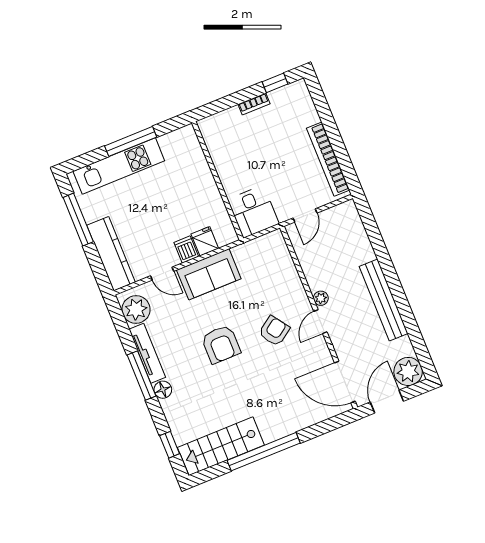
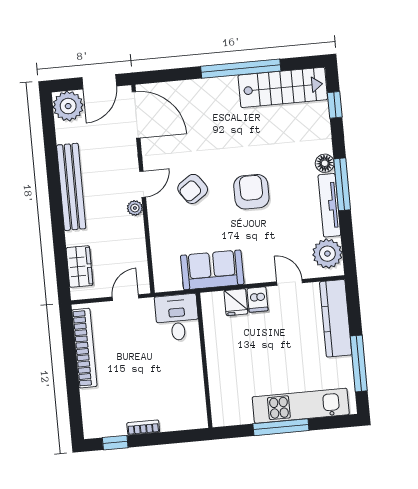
wardrobe: (355, 231) -> (79, 266), added
sofa: (209, 274) -> (212, 270), moved

